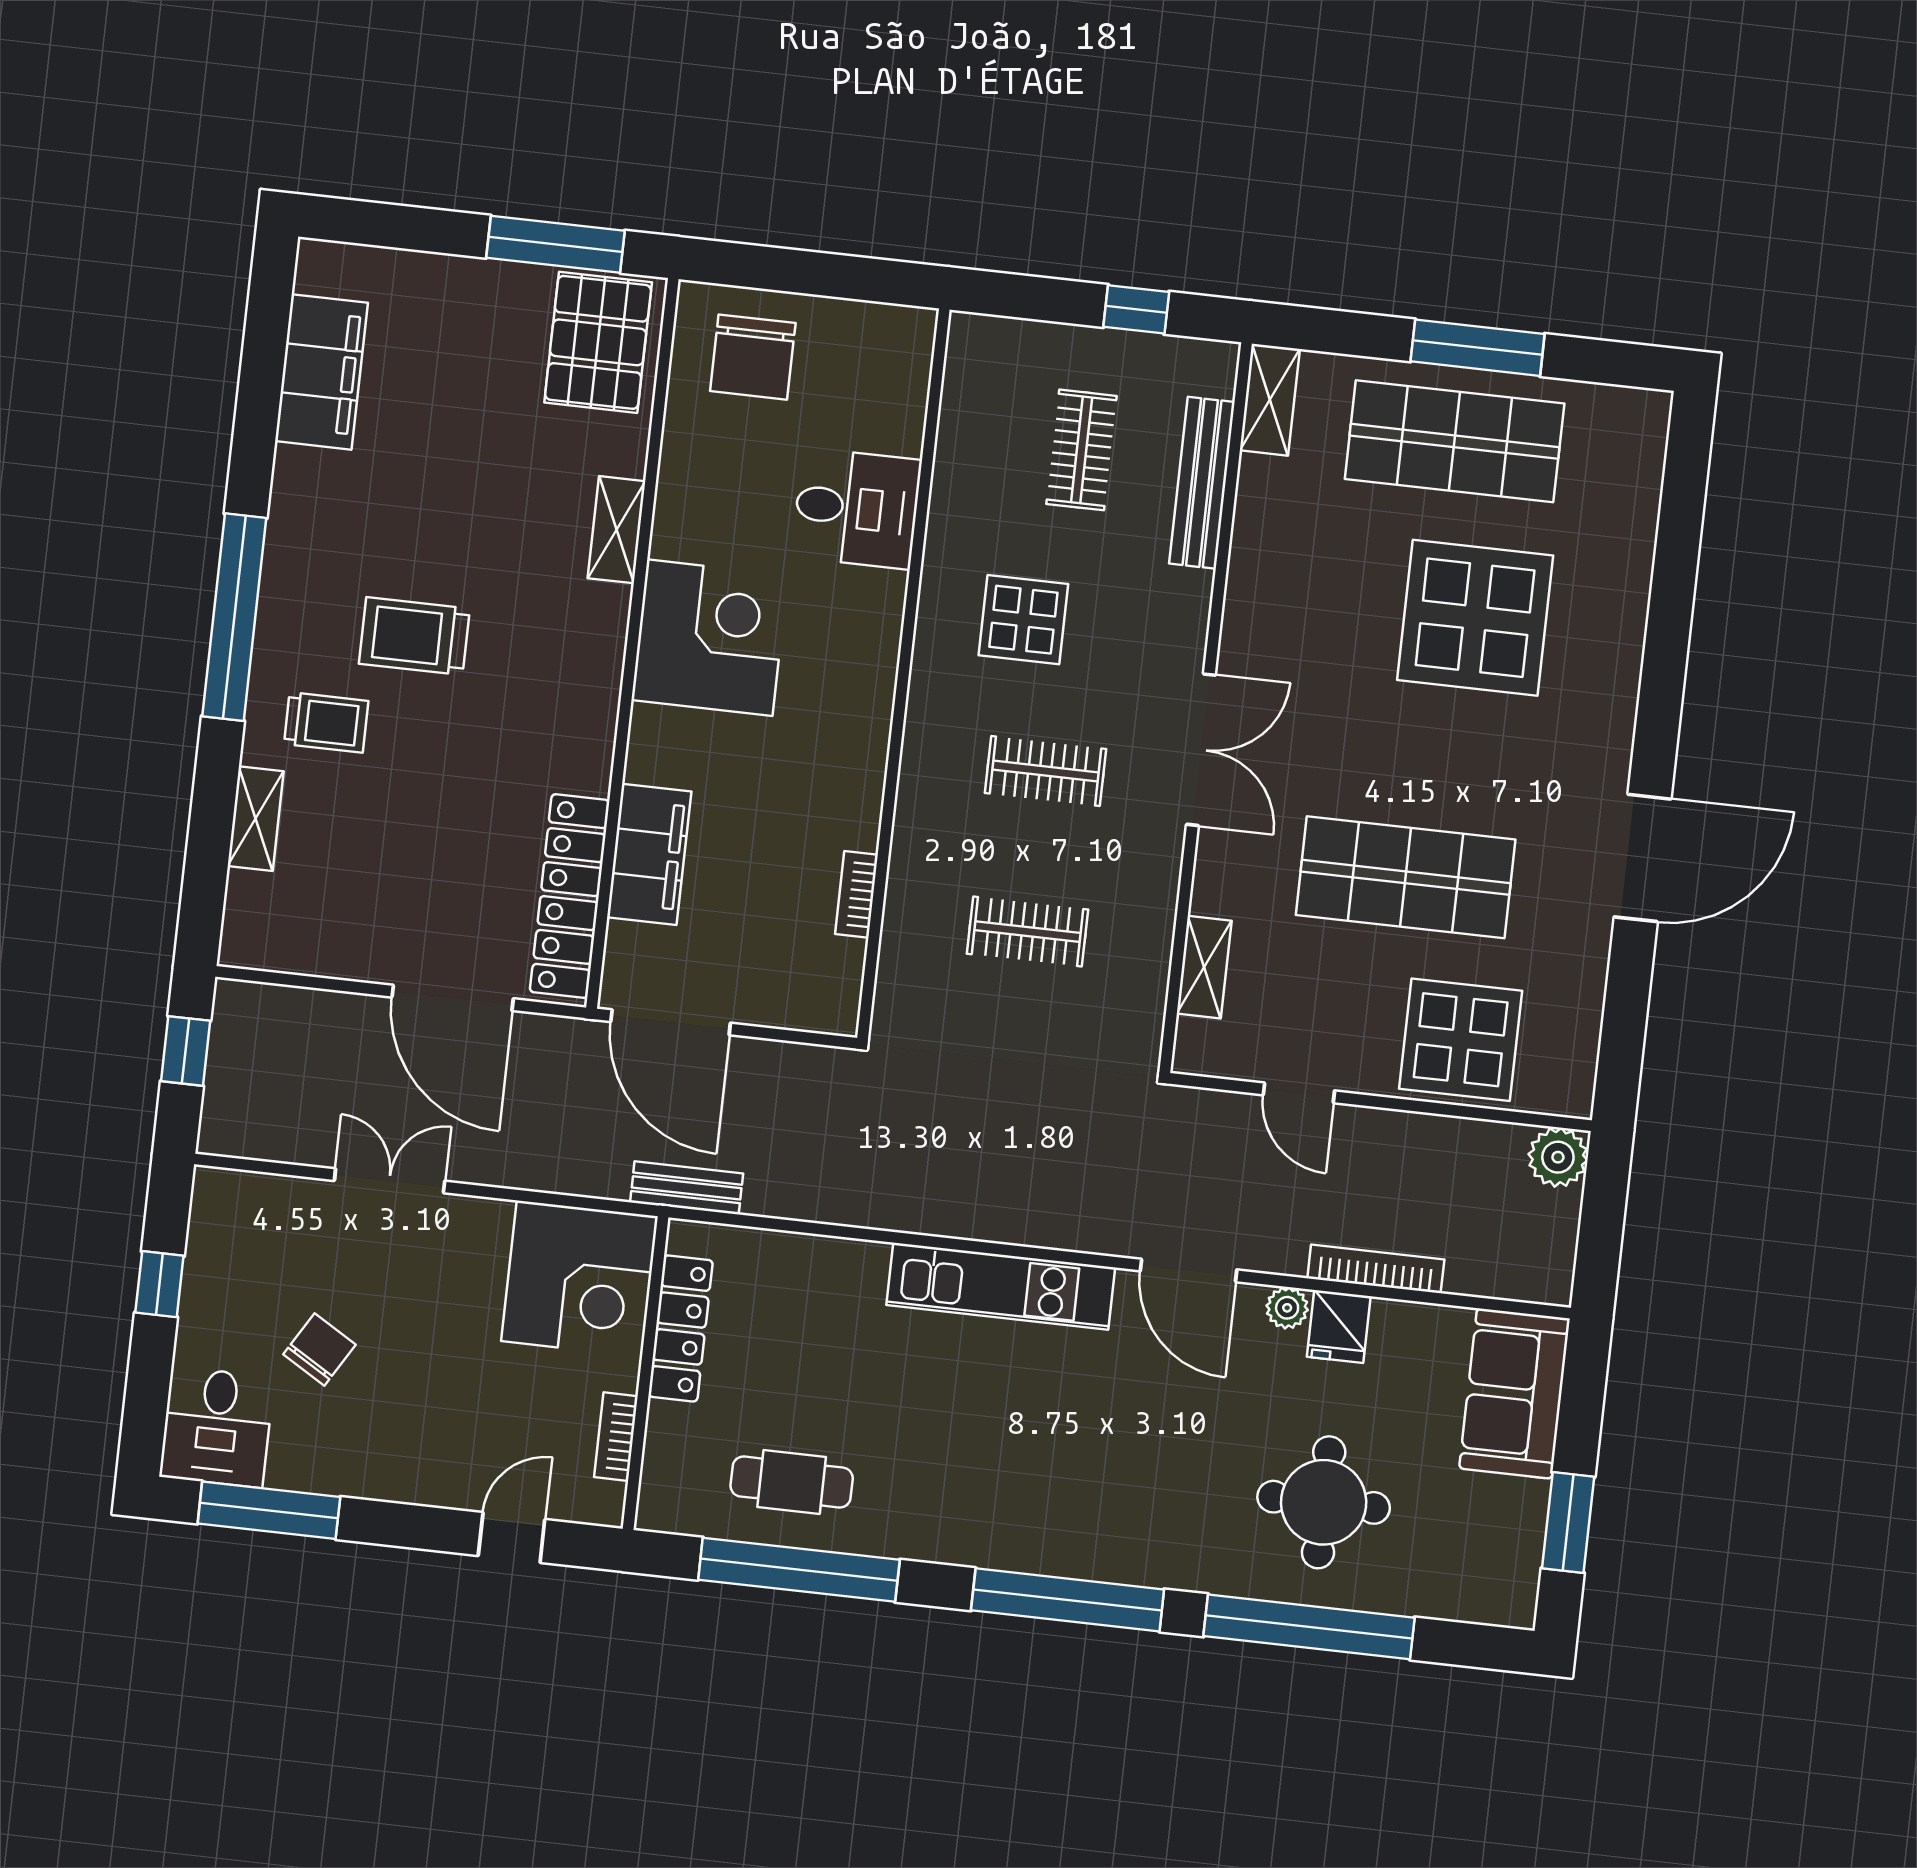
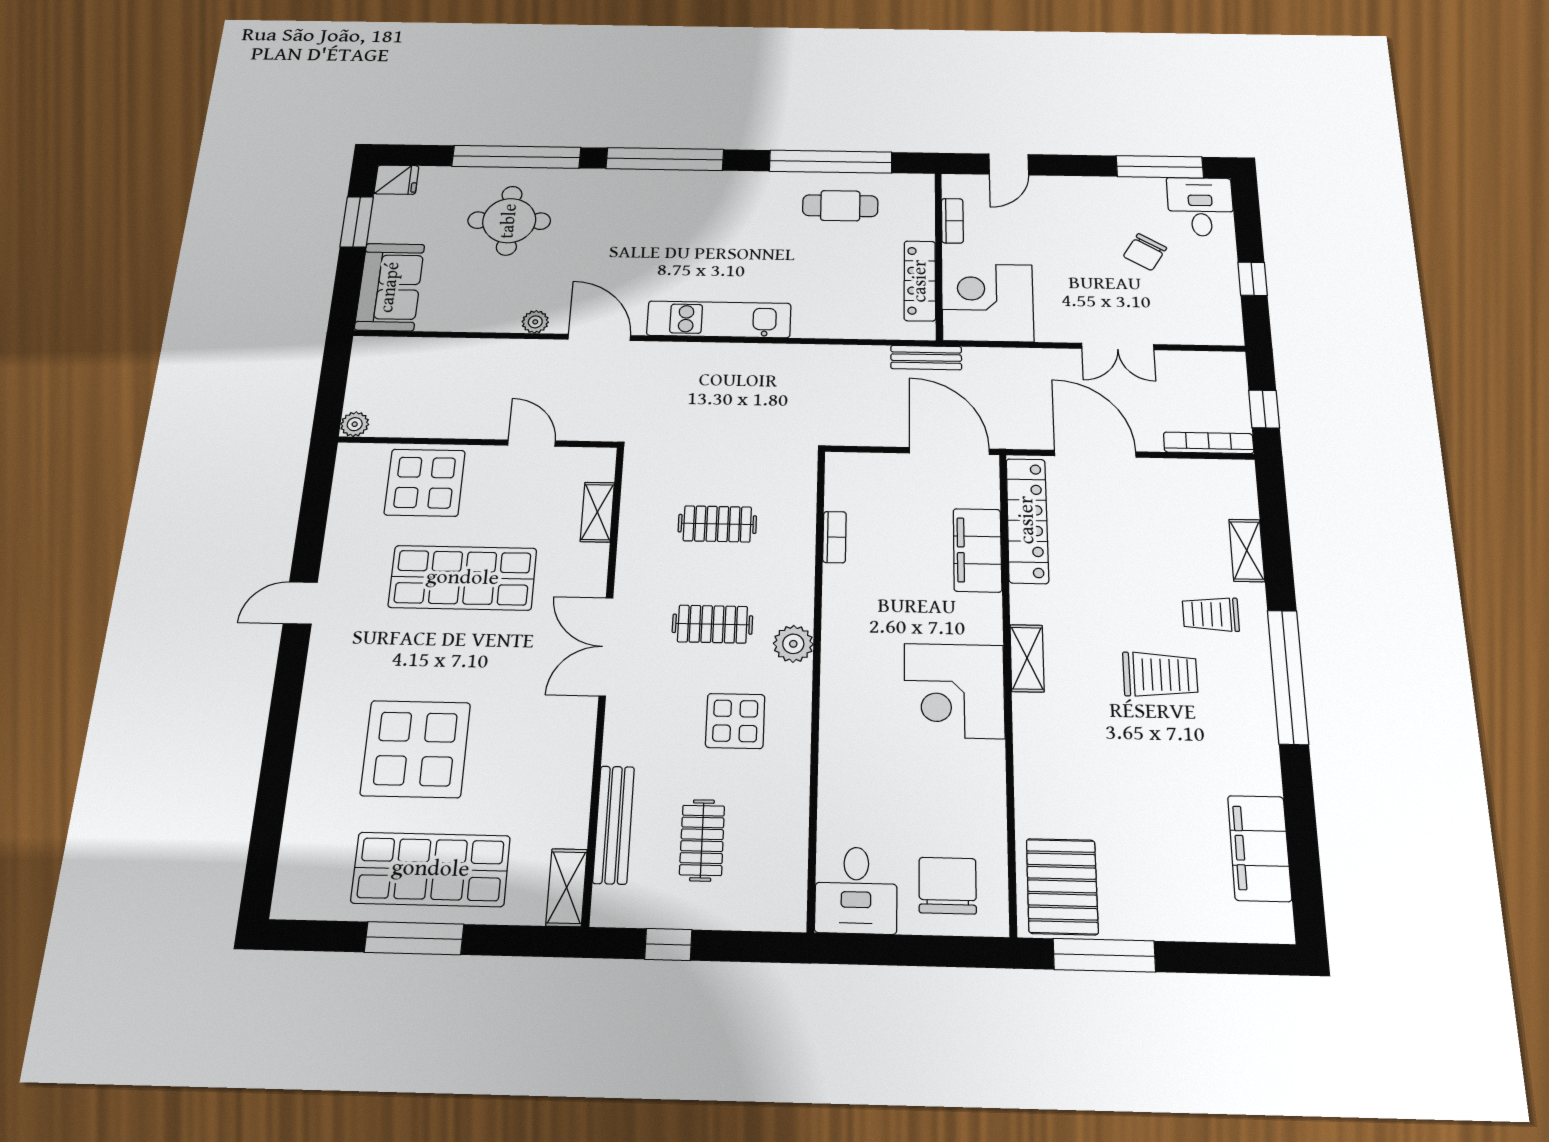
desk: (857, 508) -> (856, 890), moved, turned -90
shelving: (617, 530) -> (1027, 658), moved
plant: (932, 730) -> (793, 644), added
door: (1643, 858) -> (300, 603), width x0.53
plant: (1558, 1157) -> (355, 424), width x0.73, depth x0.73
bookcase: (1376, 1269) -> (1209, 443), moved, turned 180
fridge: (1339, 1326) -> (397, 180), moved, turned 90

